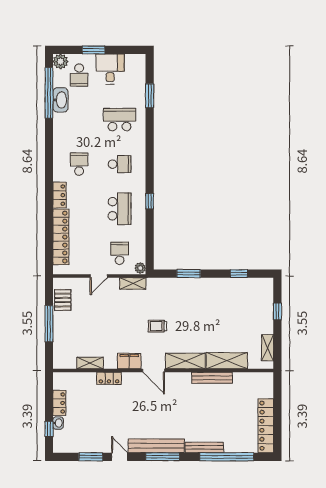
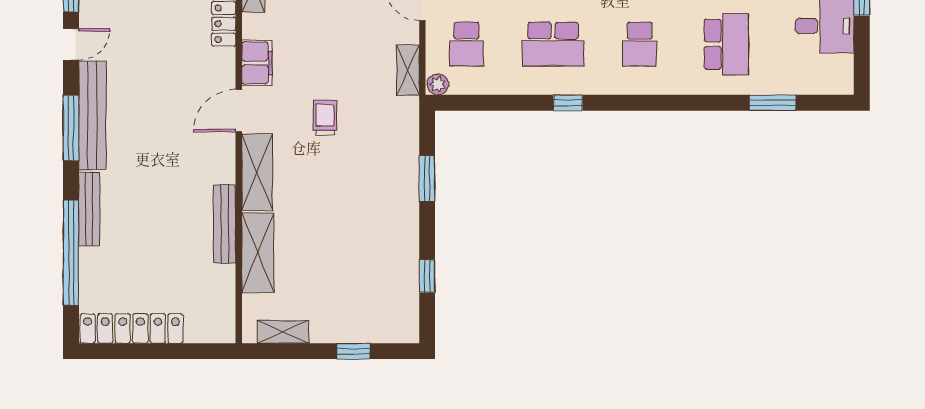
school desk: (120, 253) -> (466, 44), turned 90

